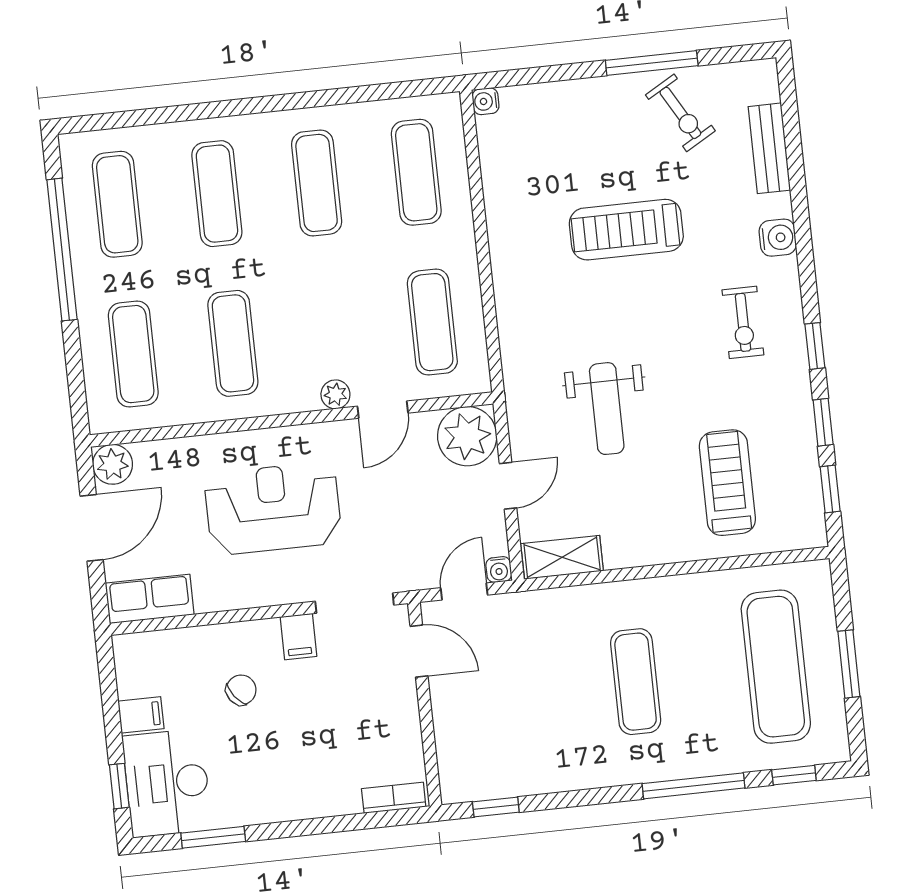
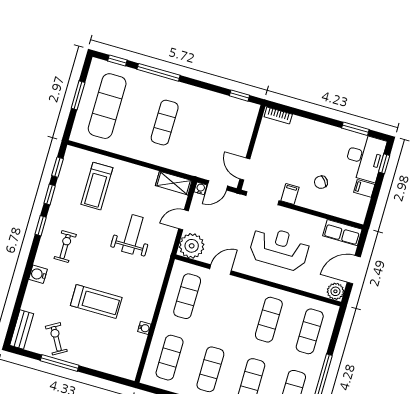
water cooler: (486, 101) -> (144, 328), moved
bench: (769, 148) -> (22, 329), moved
plant: (335, 394) -> (237, 283), removed
reception desk: (273, 508) -> (279, 248), turned 180

